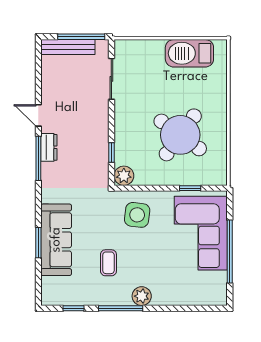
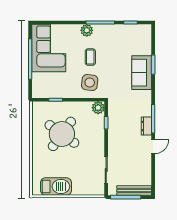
door: (38, 115) -> (153, 147), hinge flipped
corner sofa: (201, 233) -> (49, 48), moved
sofa: (56, 240) -> (142, 73), width x0.73
coffee table: (108, 263) -> (90, 57), moved

